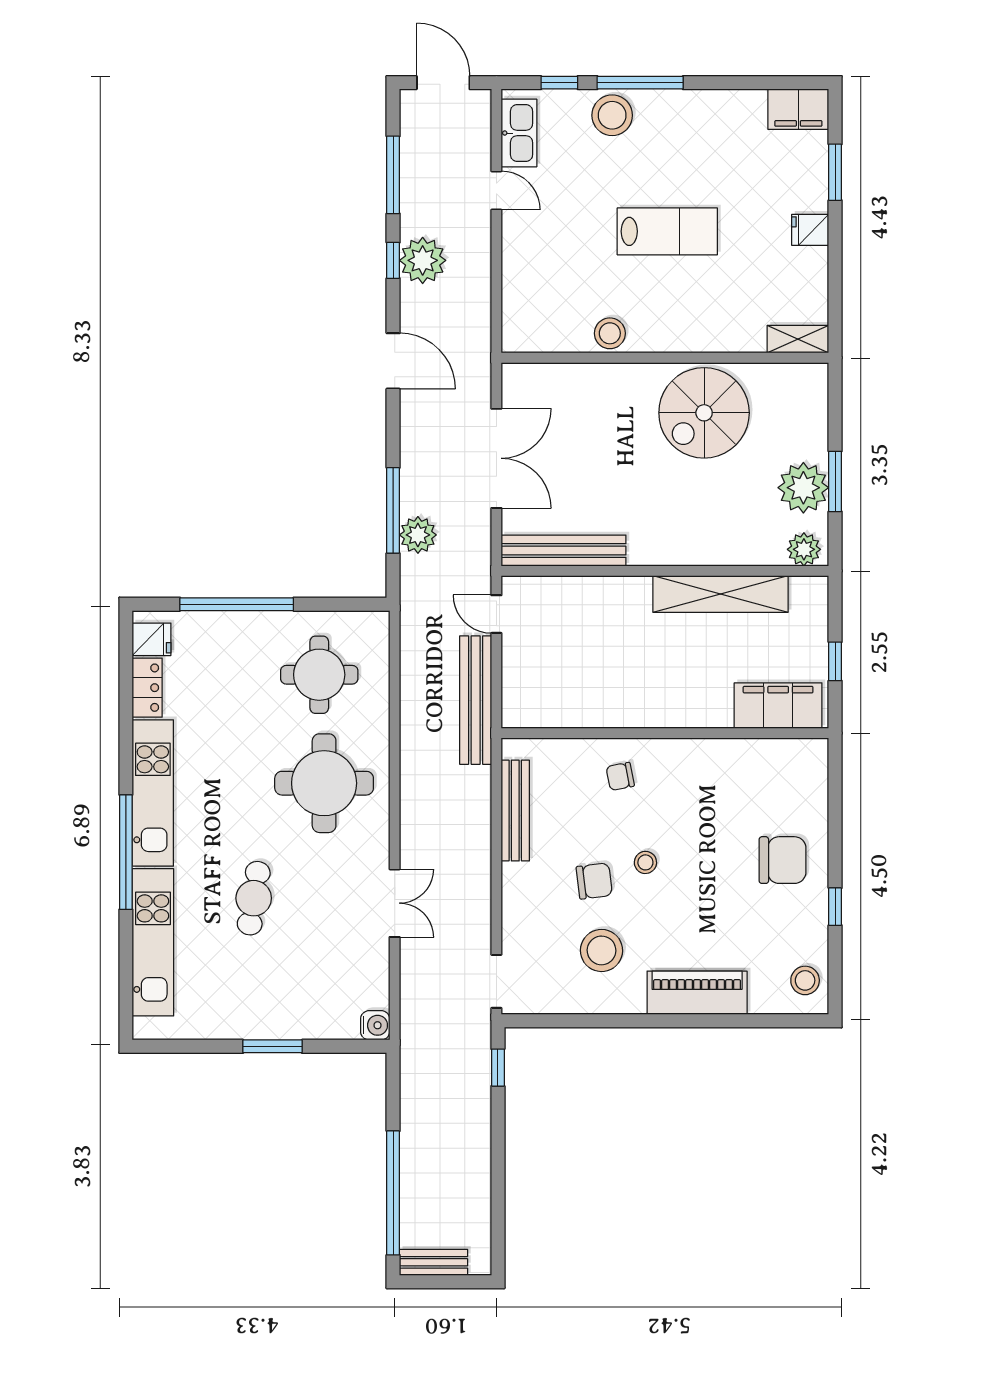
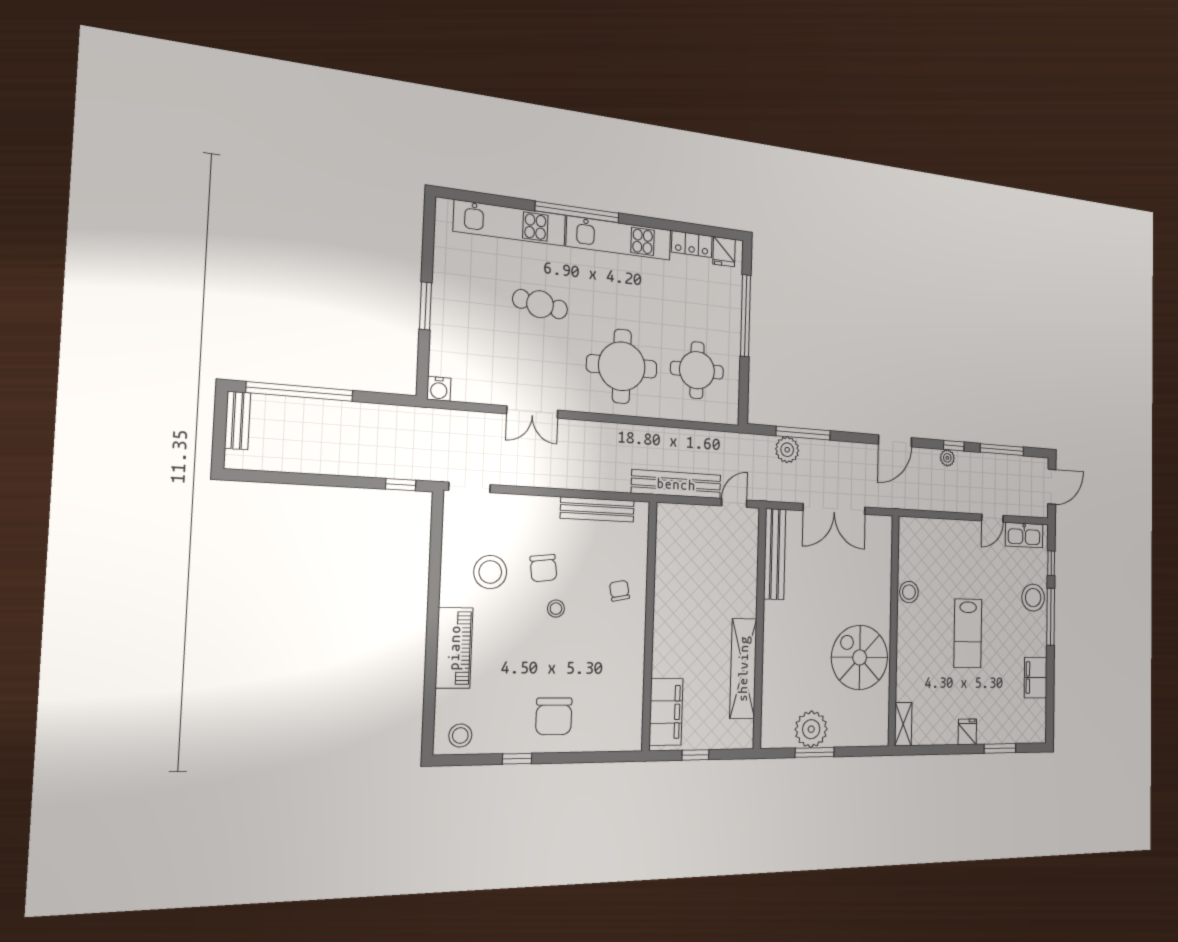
filing cabinet: (798, 109) -> (1036, 678), moved
plant: (423, 260) -> (947, 458), width x0.53, depth x0.53
plant: (804, 549) -> (771, 730), removed

